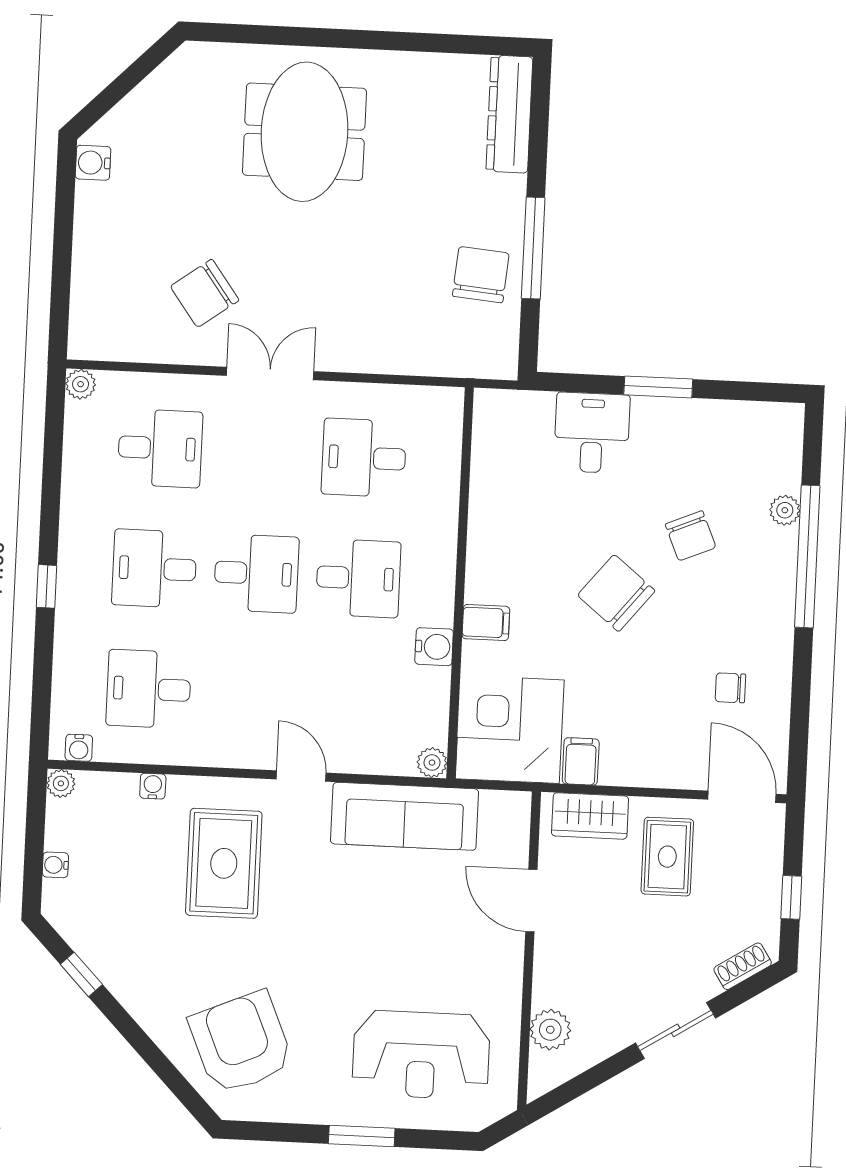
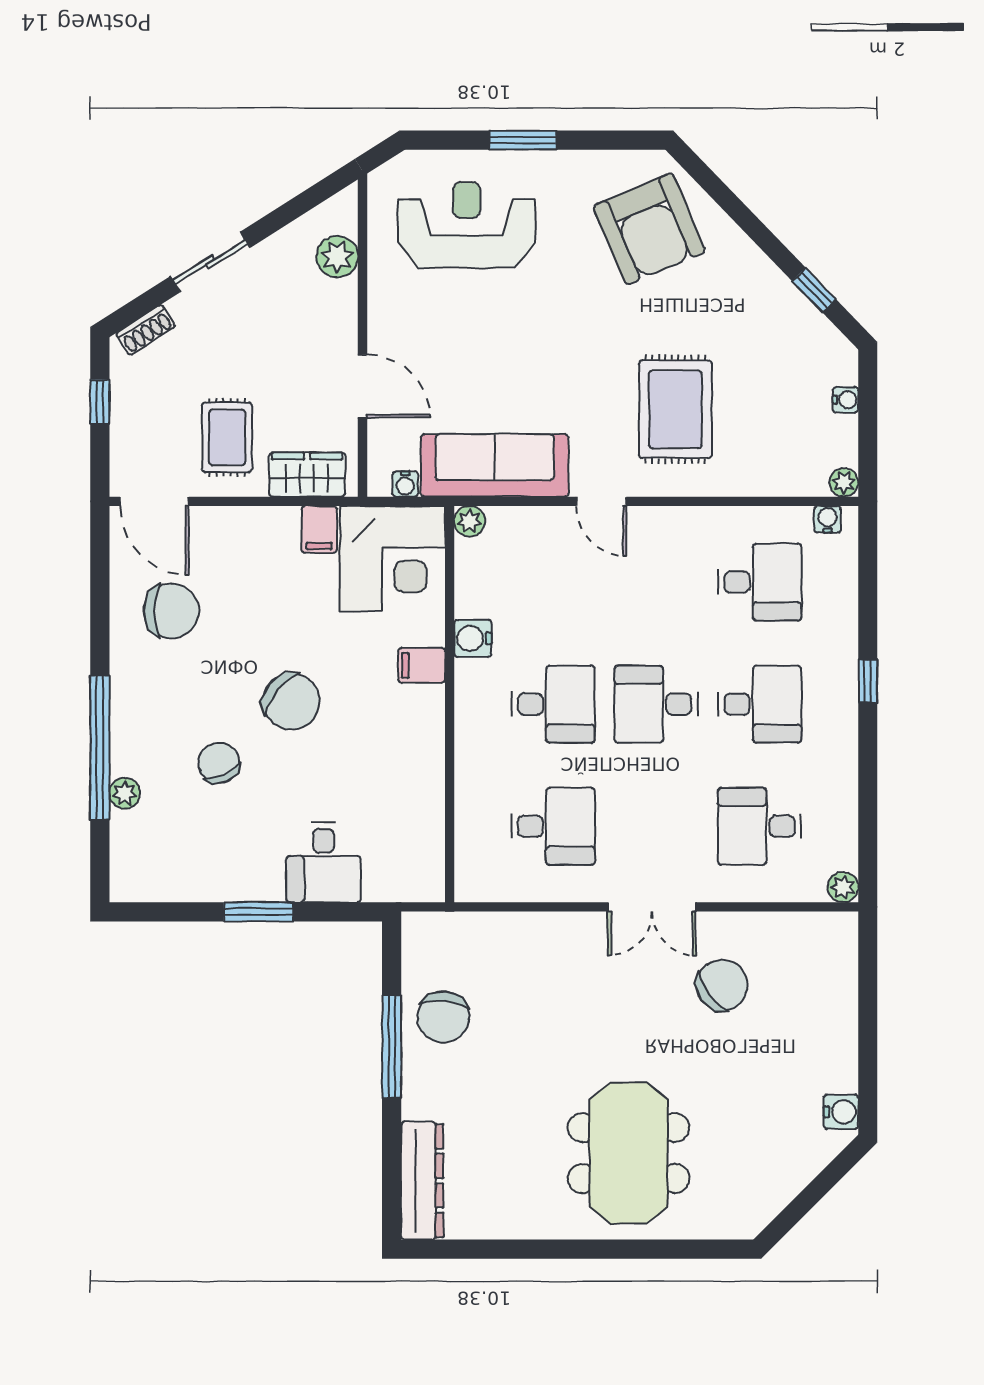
desk: (358, 578) -> (553, 704), turned 180
chair: (730, 688) -> (171, 611), width x1.87, depth x1.87
water cooler: (153, 786) -> (405, 484), moved

